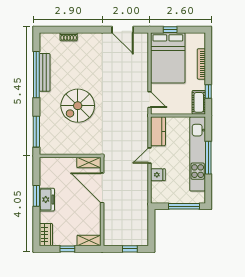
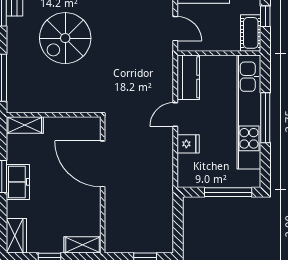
shelving: (89, 162) -> (25, 125), moved

